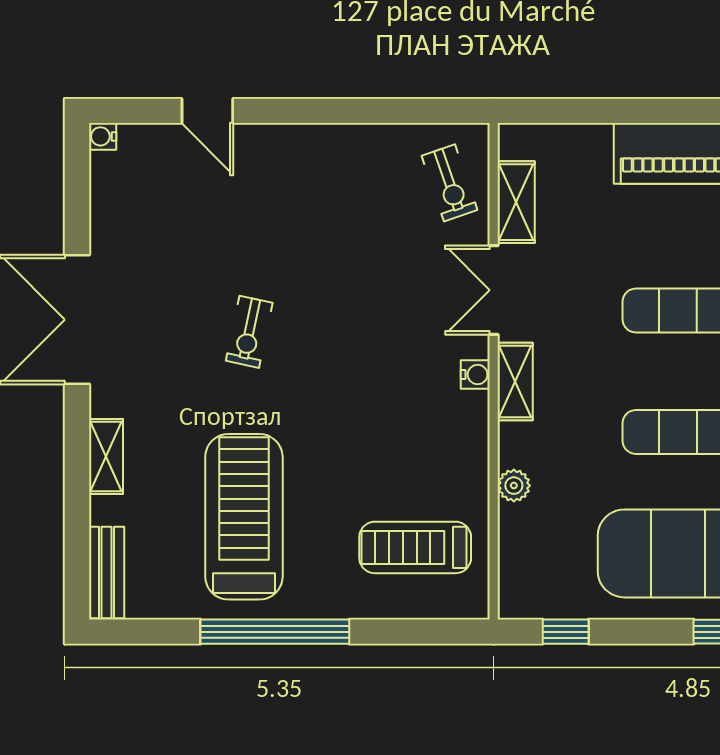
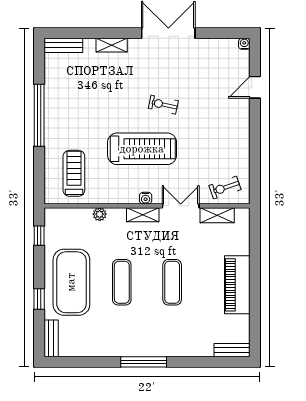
treadmill: (244, 517) -> (142, 149), moved

